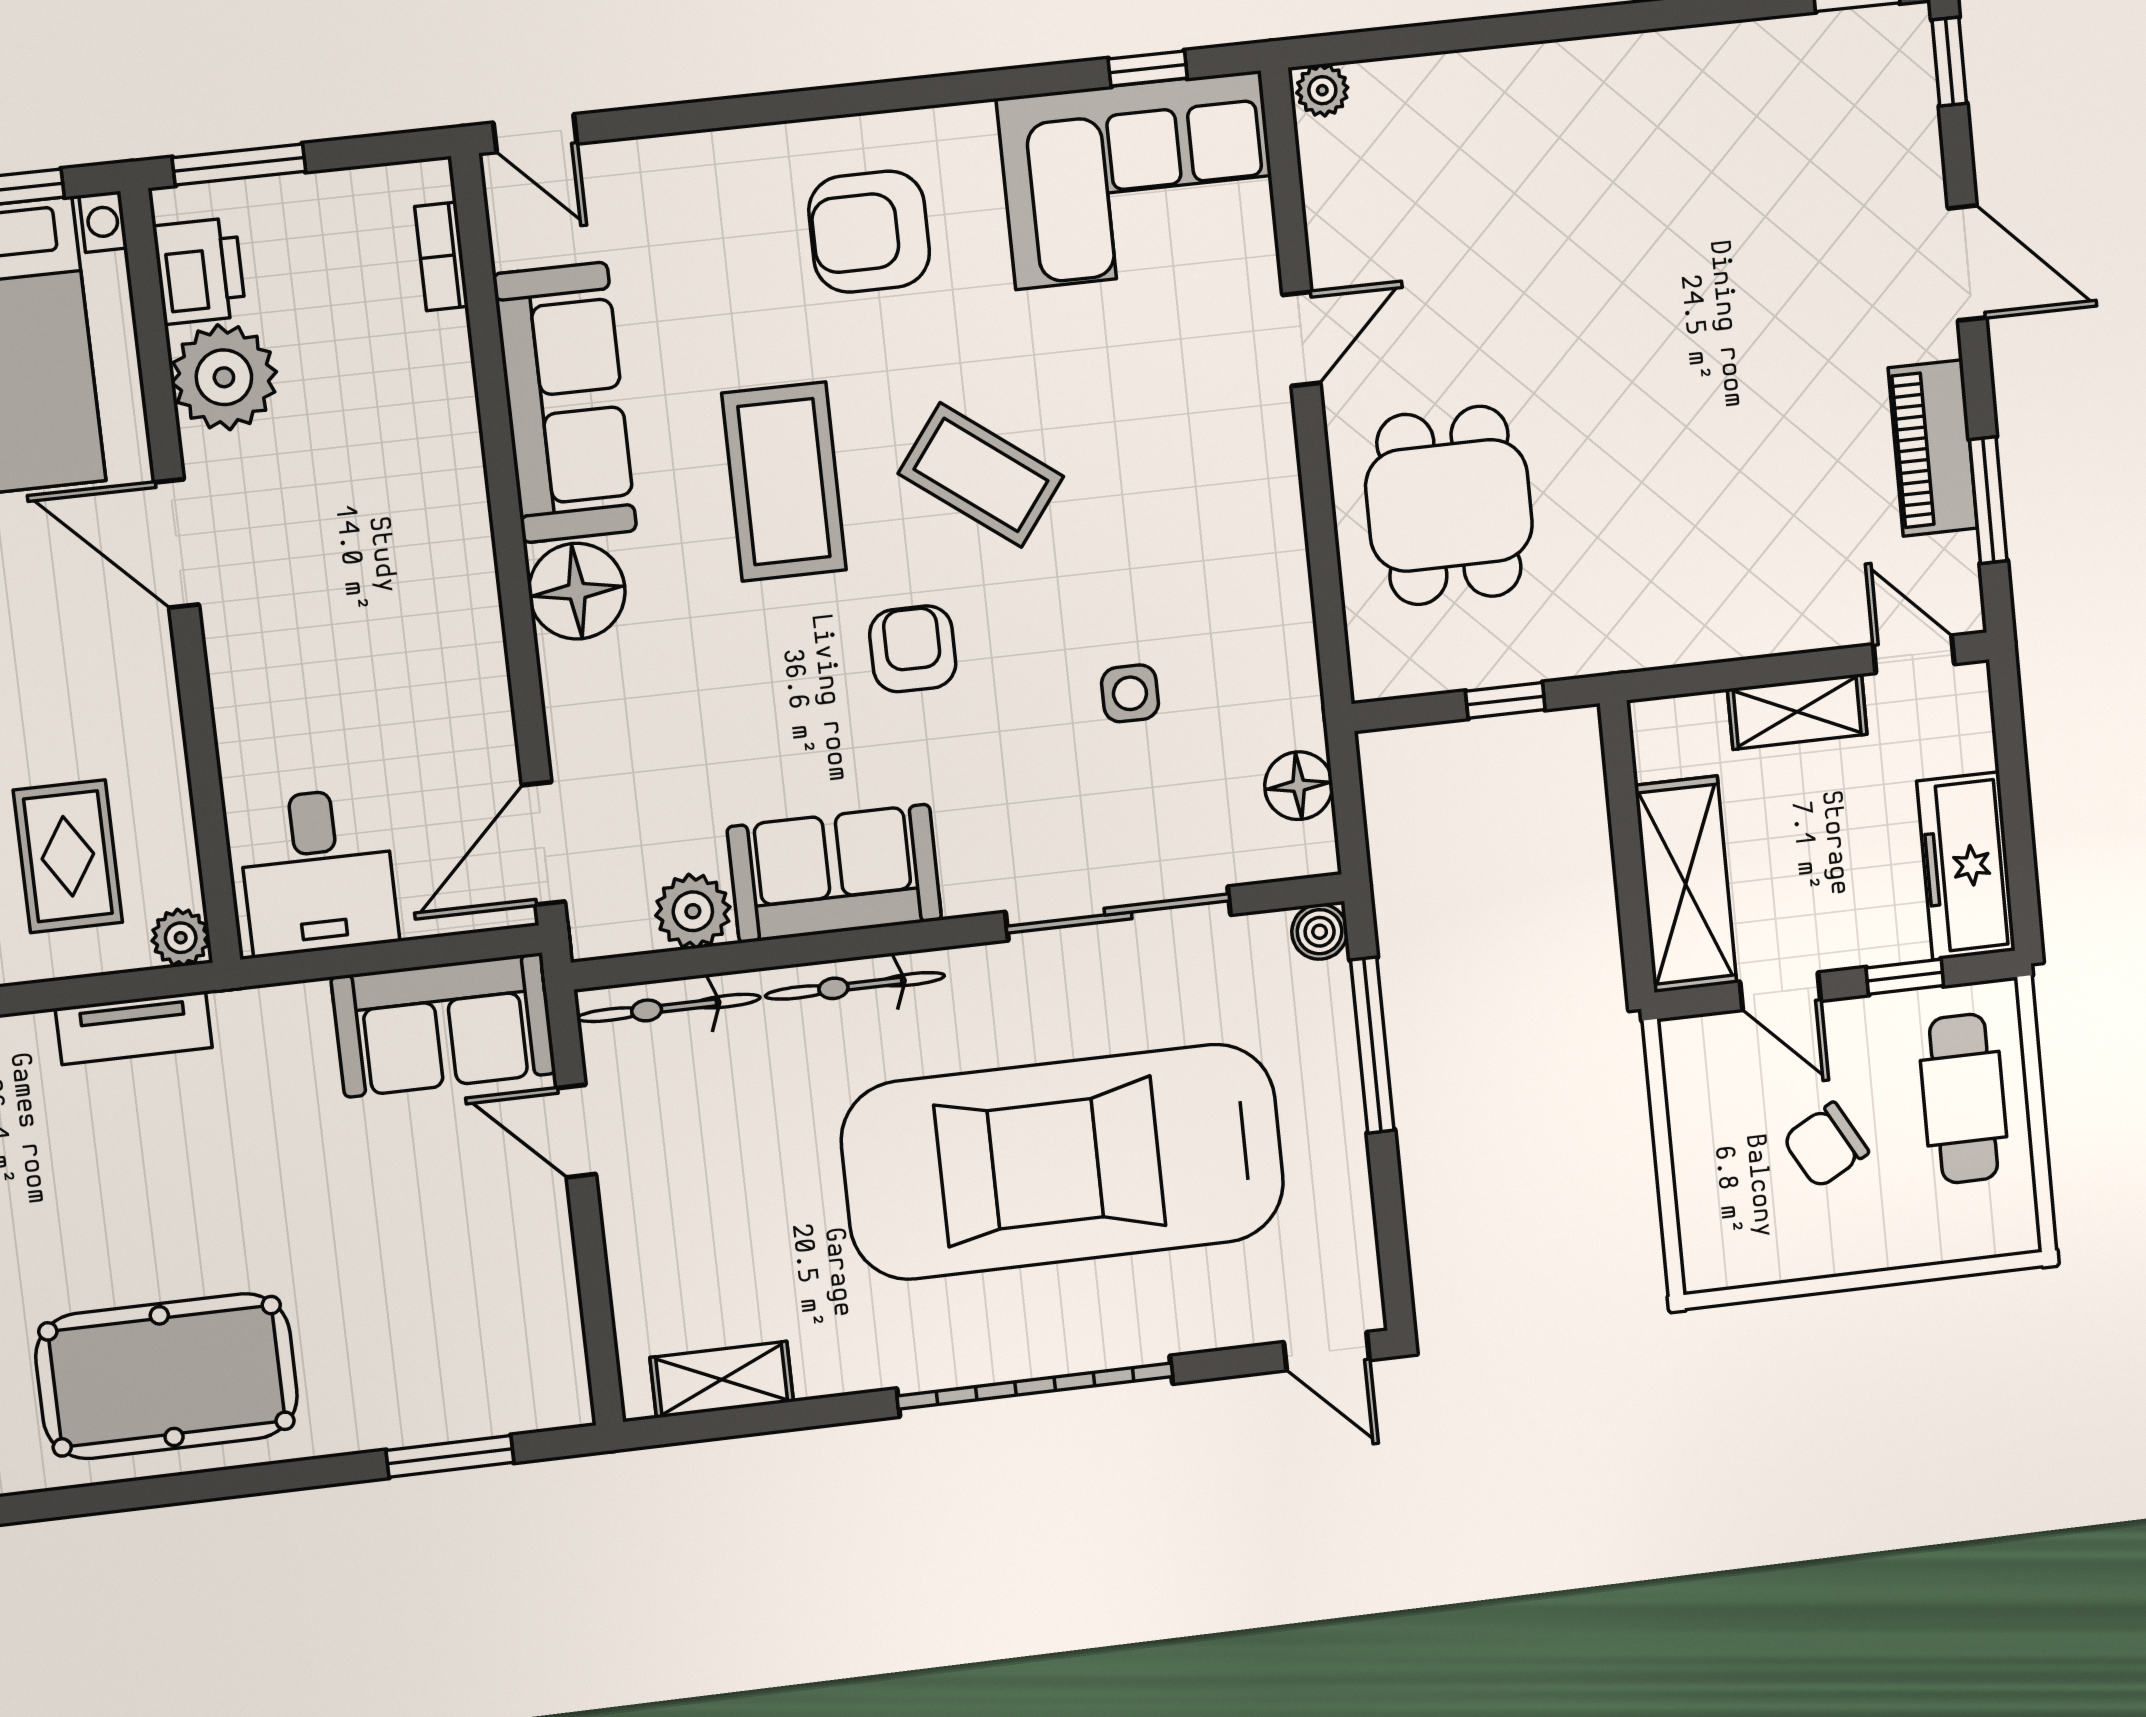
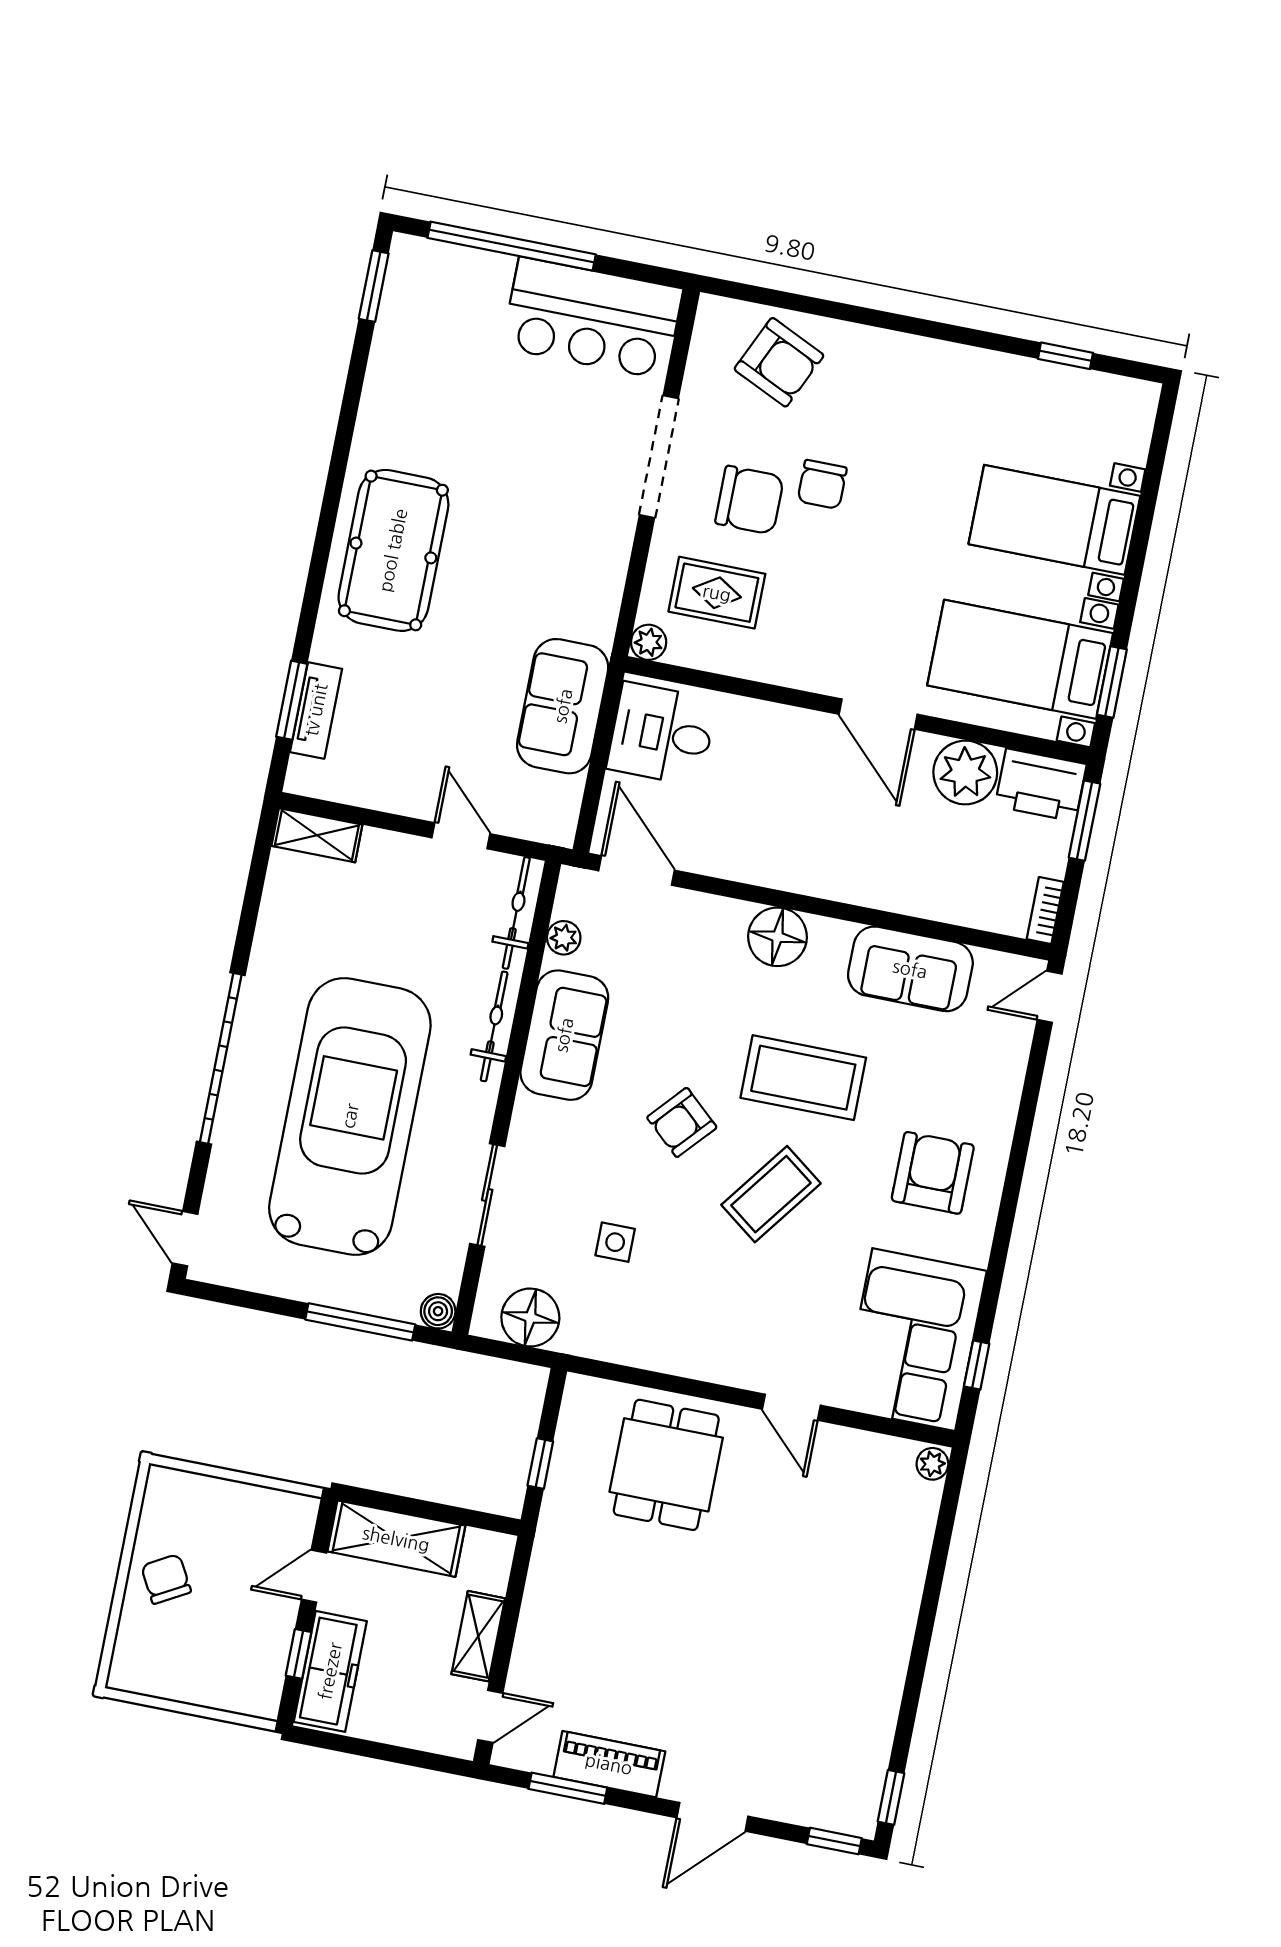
bookcase: (441, 256) -> (1045, 911), moved, turned -90
printer: (199, 271) -> (1041, 785), width x1.37, depth x1.19
sofa: (565, 403) -> (910, 969), width x0.73
dining table: (1449, 505) -> (666, 1465), turned 90
door: (177, 544) -> (878, 714), swing flipped
armchair: (913, 649) -> (682, 1122), turned 132
floor lamp: (1299, 786) -> (530, 1318), width x1.38, depth x1.38
freezer: (1966, 866) -> (330, 1671), moved, turned 90
plant: (693, 911) -> (564, 938), width x0.73, depth x0.73
sliding door: (1118, 913) -> (487, 1195), width x0.73
sofa: (443, 1025) -> (563, 706), moved
tv unit: (134, 1028) -> (316, 710), moved, turned 180
cafe table: (1963, 1099) -> (213, 1668), removed
door: (576, 1131) -> (461, 836), hinge flipped
chair: (1826, 1145) -> (166, 1579), moved
door: (1327, 1351) -> (185, 1239), hinge flipped
shelving: (722, 1380) -> (317, 835), moved, turned 90

